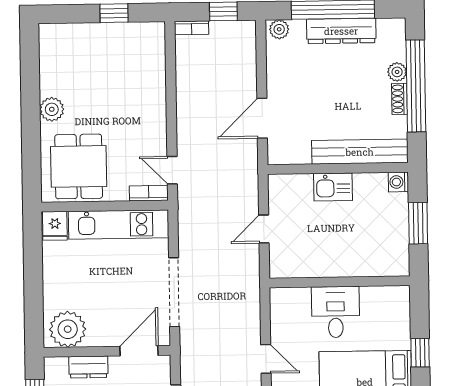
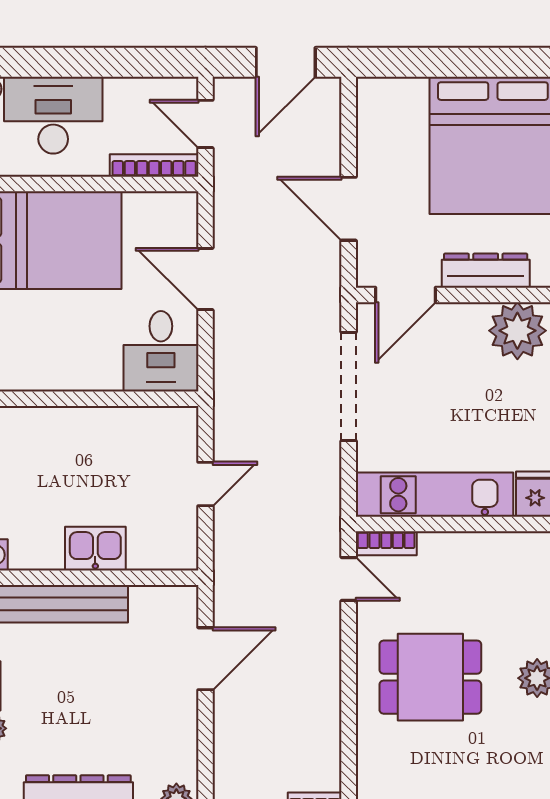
dining table: (79, 166) -> (430, 677), moved, turned 90
desk: (336, 312) -> (161, 351), moved
door: (266, 359) -> (205, 279), width x1.38
dresser: (88, 367) -> (486, 271), width x1.44

